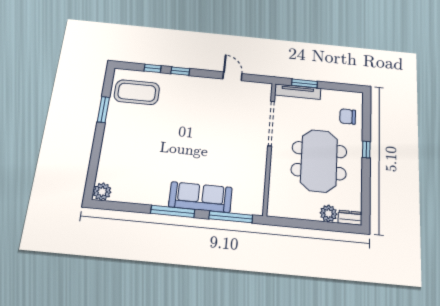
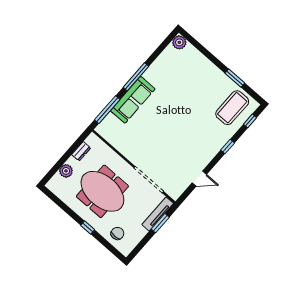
window: (153, 68) -> (250, 121), moved
dresser: (350, 218) -> (81, 151), moved

